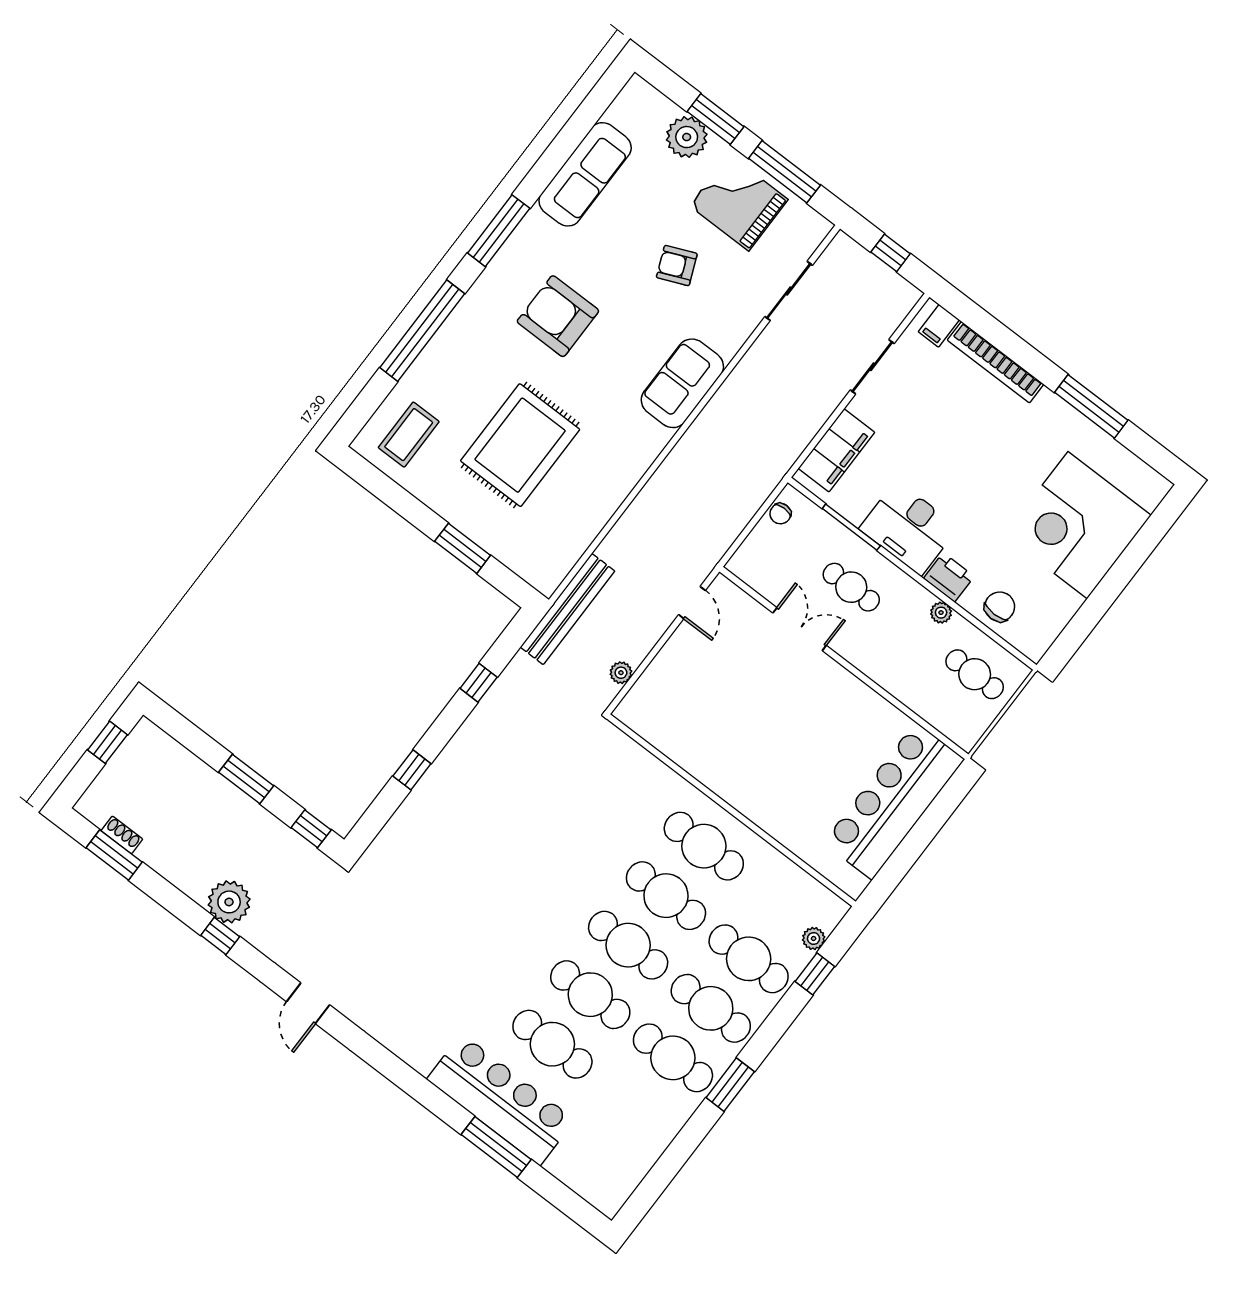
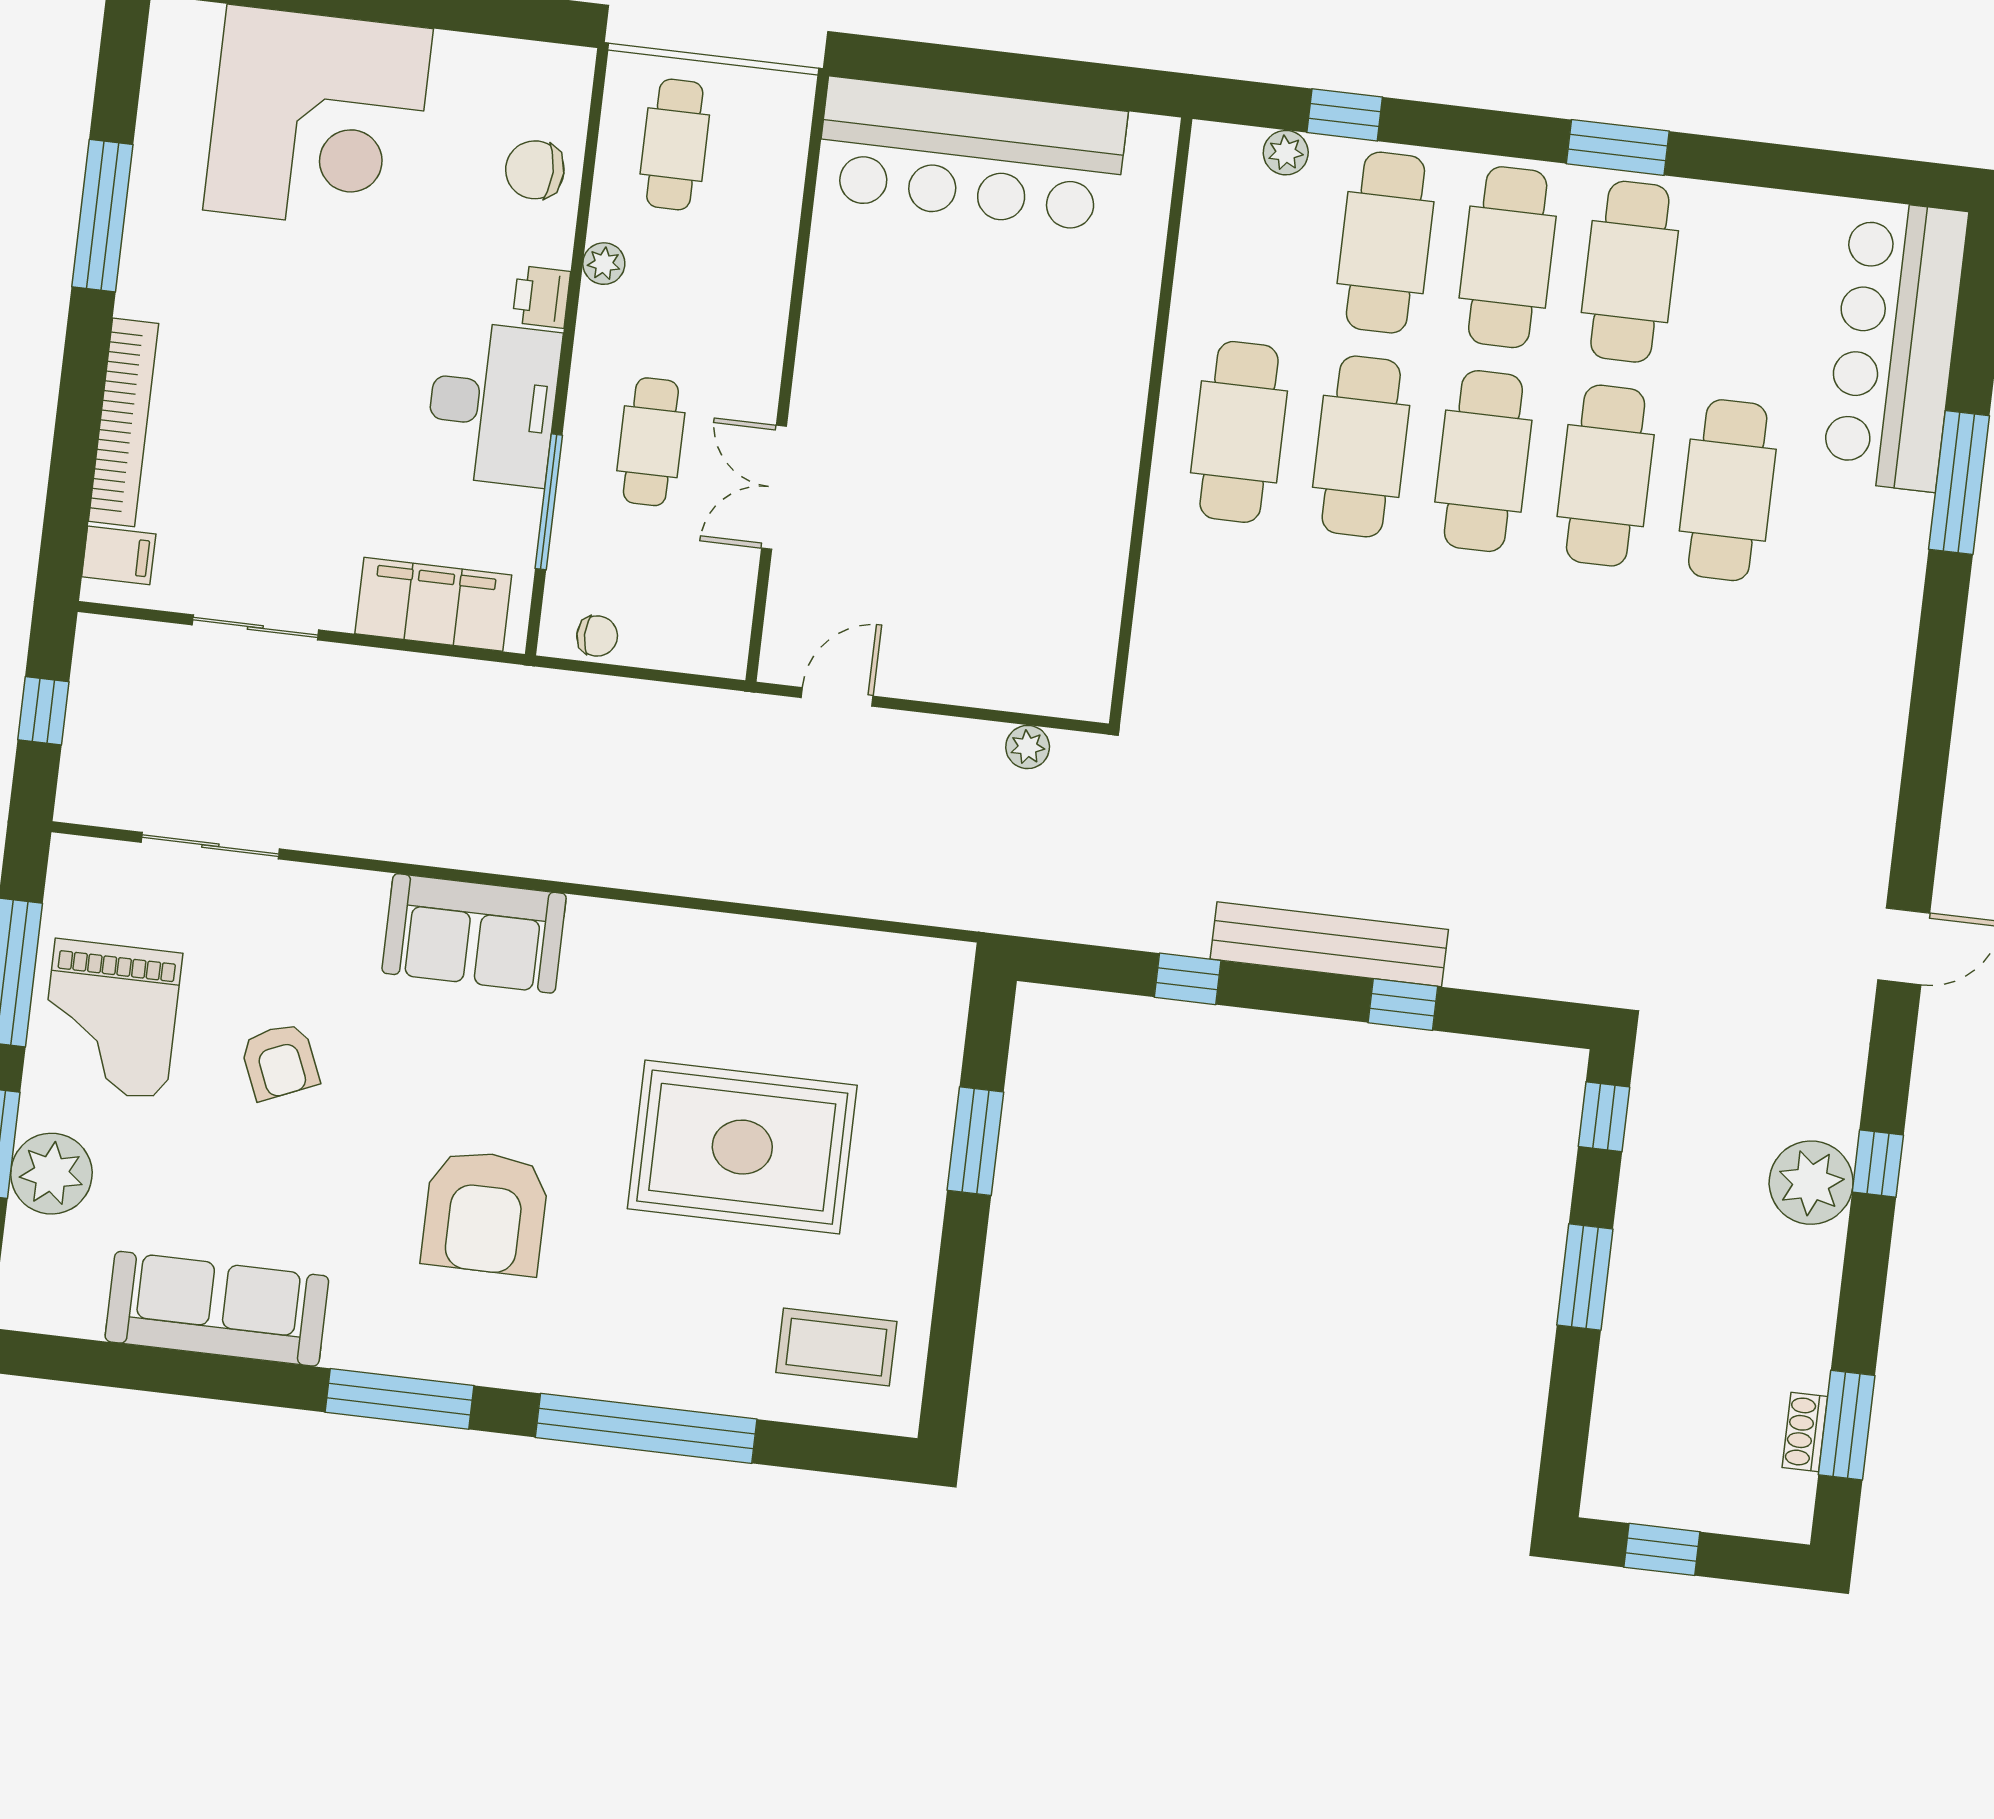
printer: (949, 577) -> (541, 297), width x0.73, depth x0.81
bench: (567, 609) -> (1329, 944), moved
bar counter: (501, 1100) -> (1895, 345), moved

